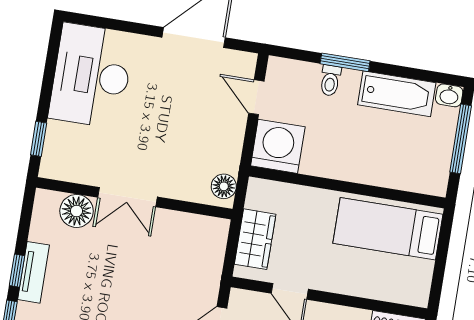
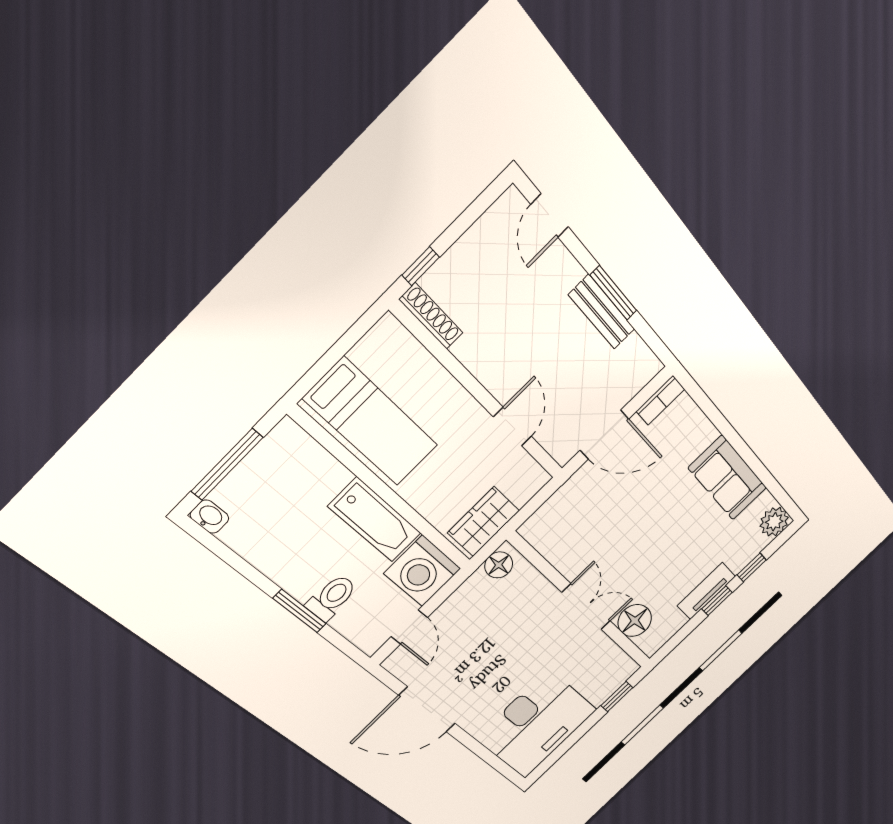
toilet: (330, 81) -> (332, 598), width x1.37, depth x1.39
bathtub: (397, 94) -> (375, 520), moved, turned 180
wardrobe: (255, 239) -> (483, 522), moved

